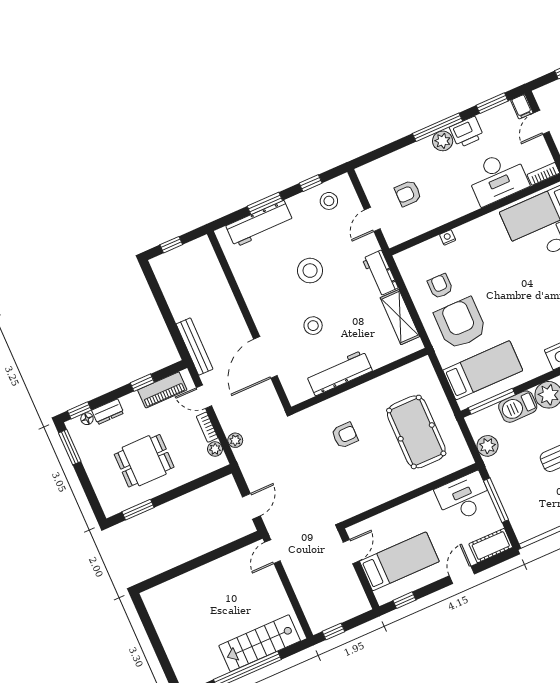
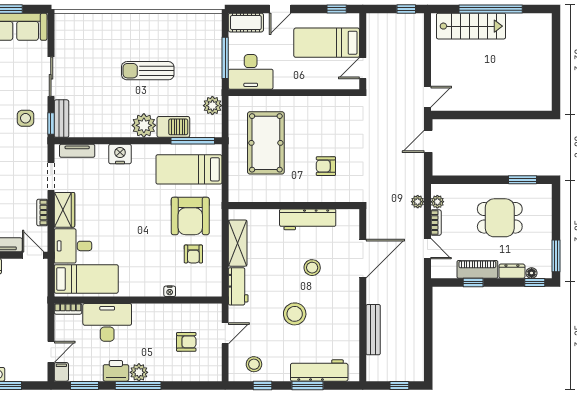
bench: (195, 346) -> (373, 330), moved
piano: (162, 390) -> (477, 269), moved

